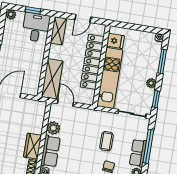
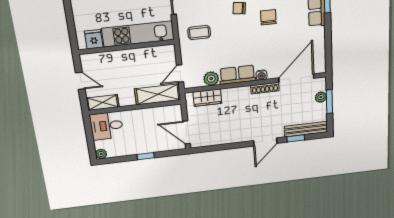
window: (33, 10) -> (89, 134), removed
locker: (92, 62) -> (126, 58), removed
coffee table: (106, 141) -> (199, 33), moved
wardrobe: (33, 146) -> (207, 98), moved

